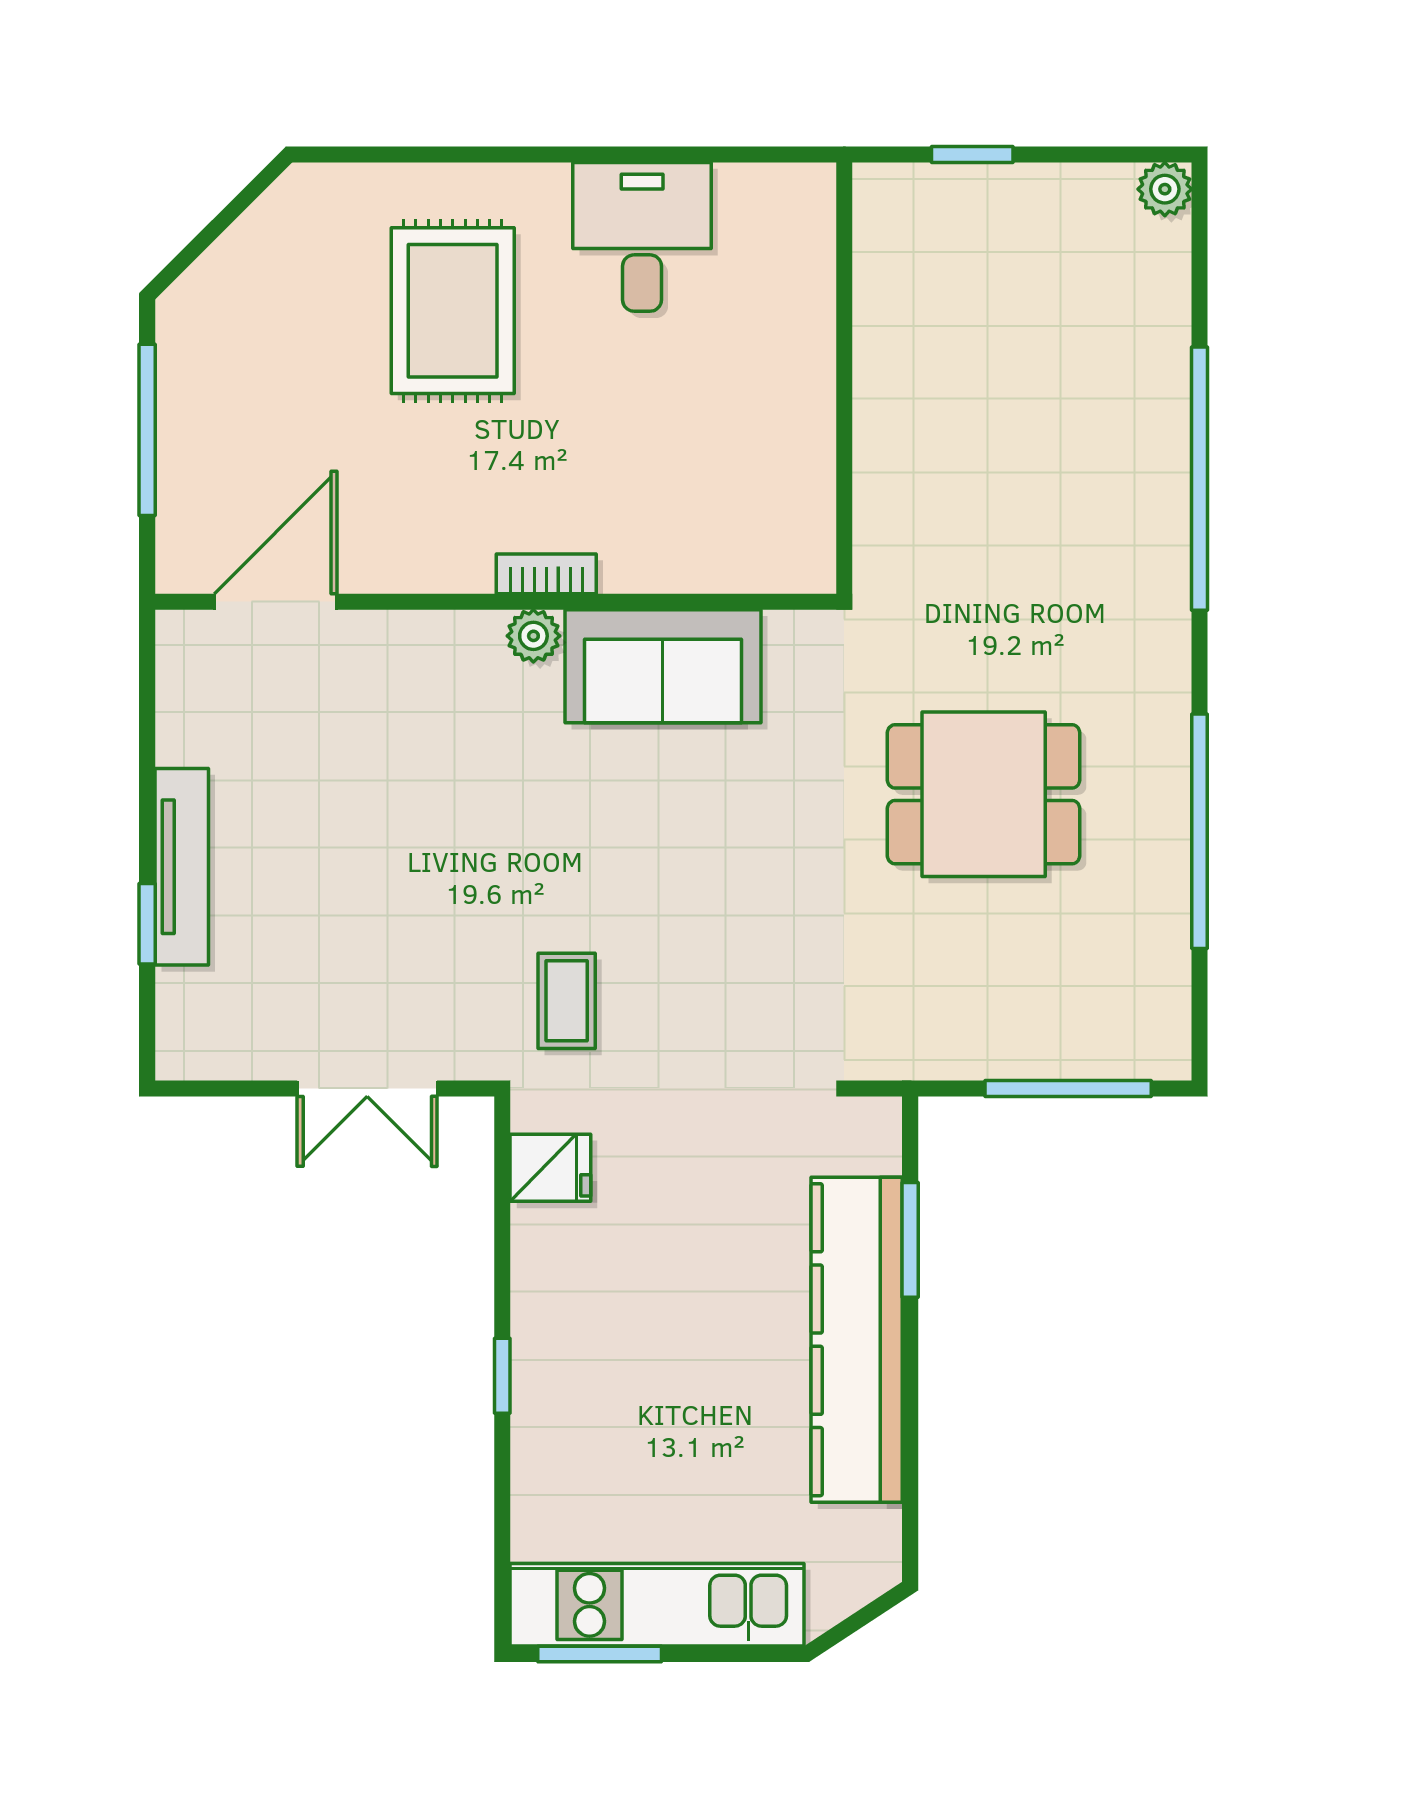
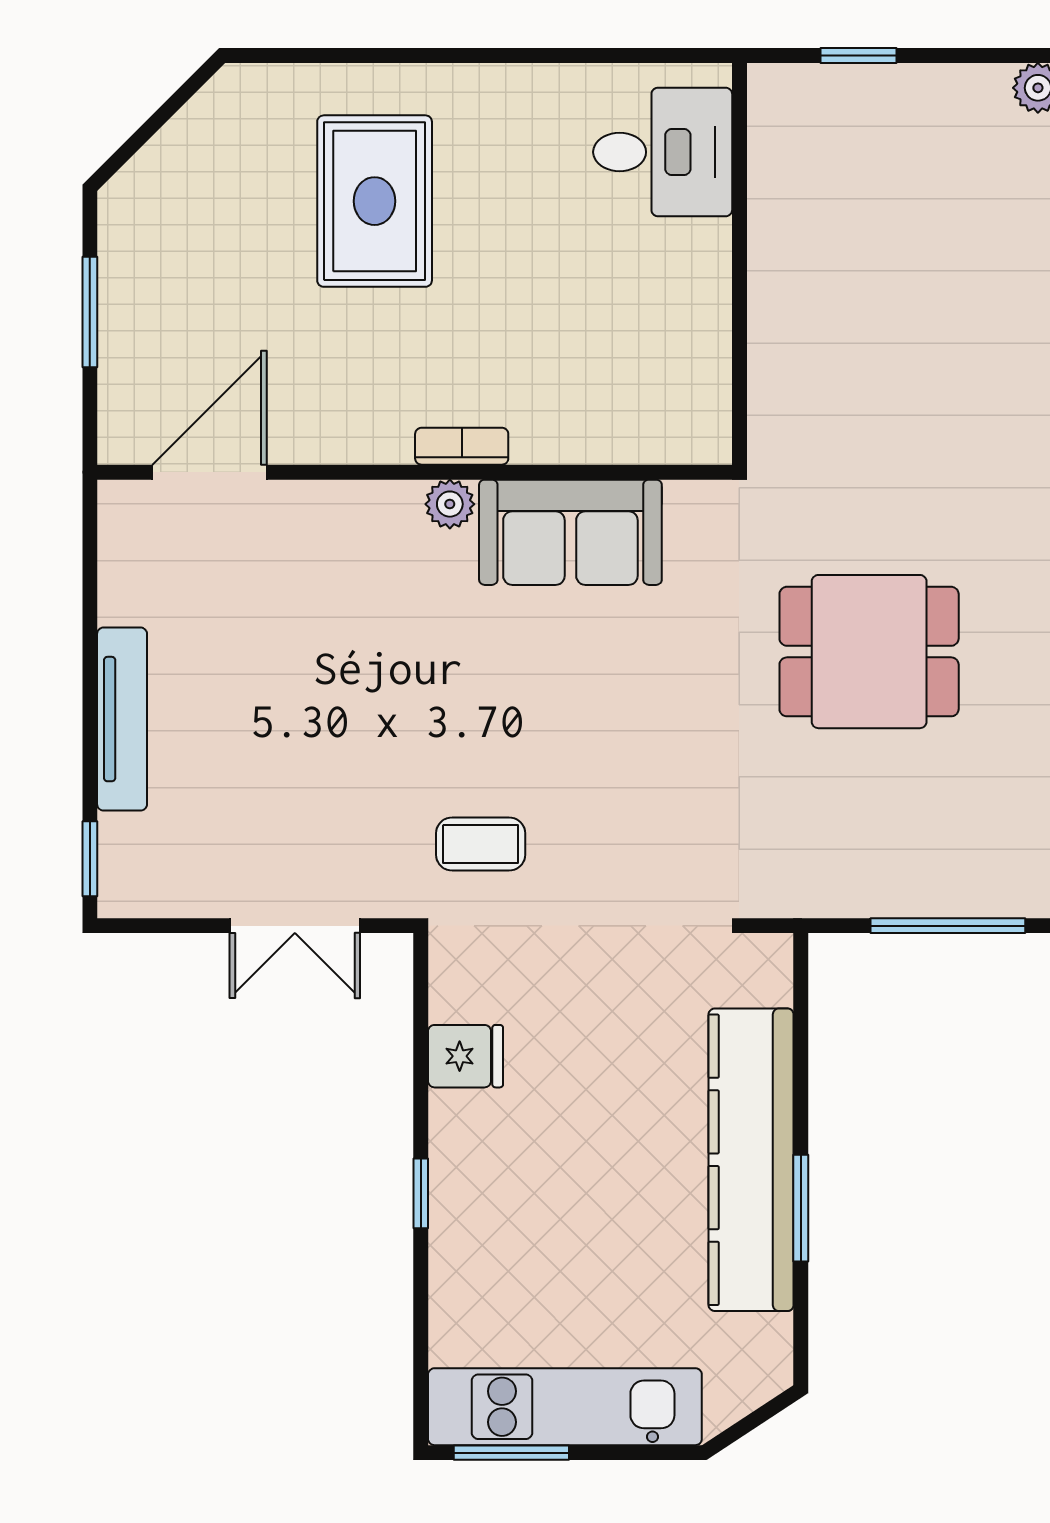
desk: (642, 237) -> (663, 152), moved, turned 90
window: (147, 430) -> (90, 312), width x0.69
window: (147, 924) -> (90, 859), moved
coffee table: (567, 1001) -> (481, 844), turned 90
fridge: (550, 1168) -> (466, 1056), moved
window: (910, 1240) -> (801, 1208), moved

